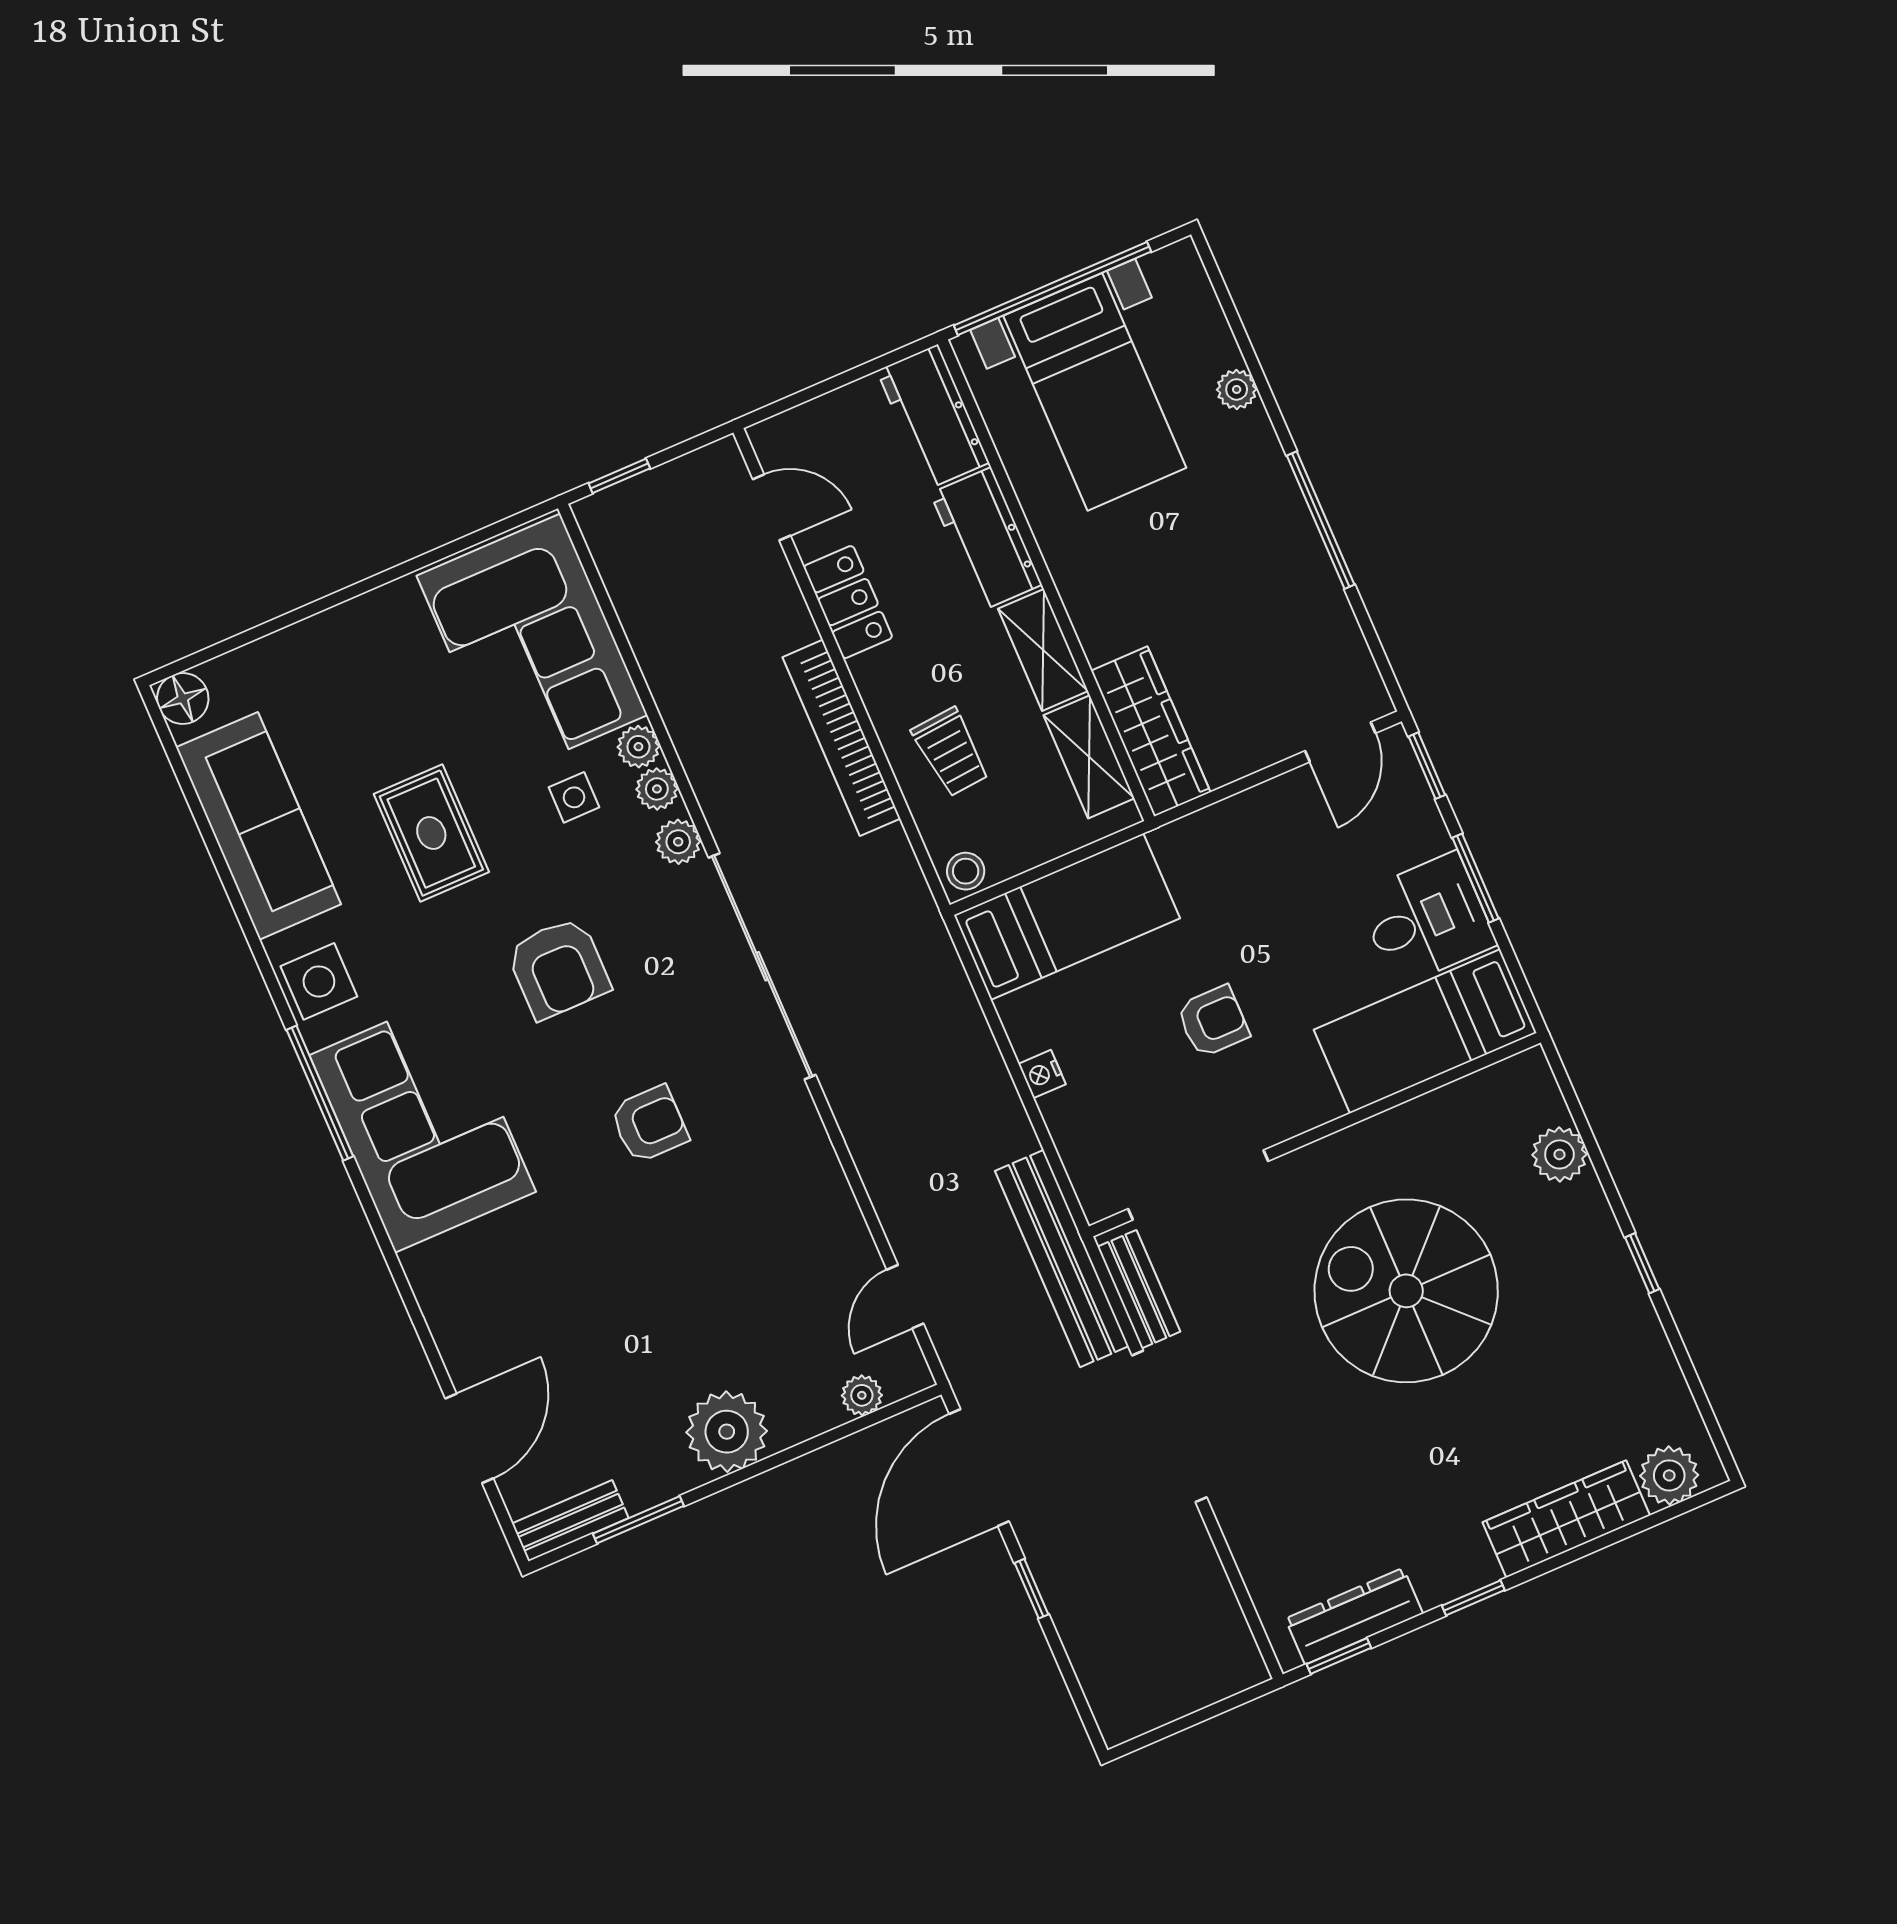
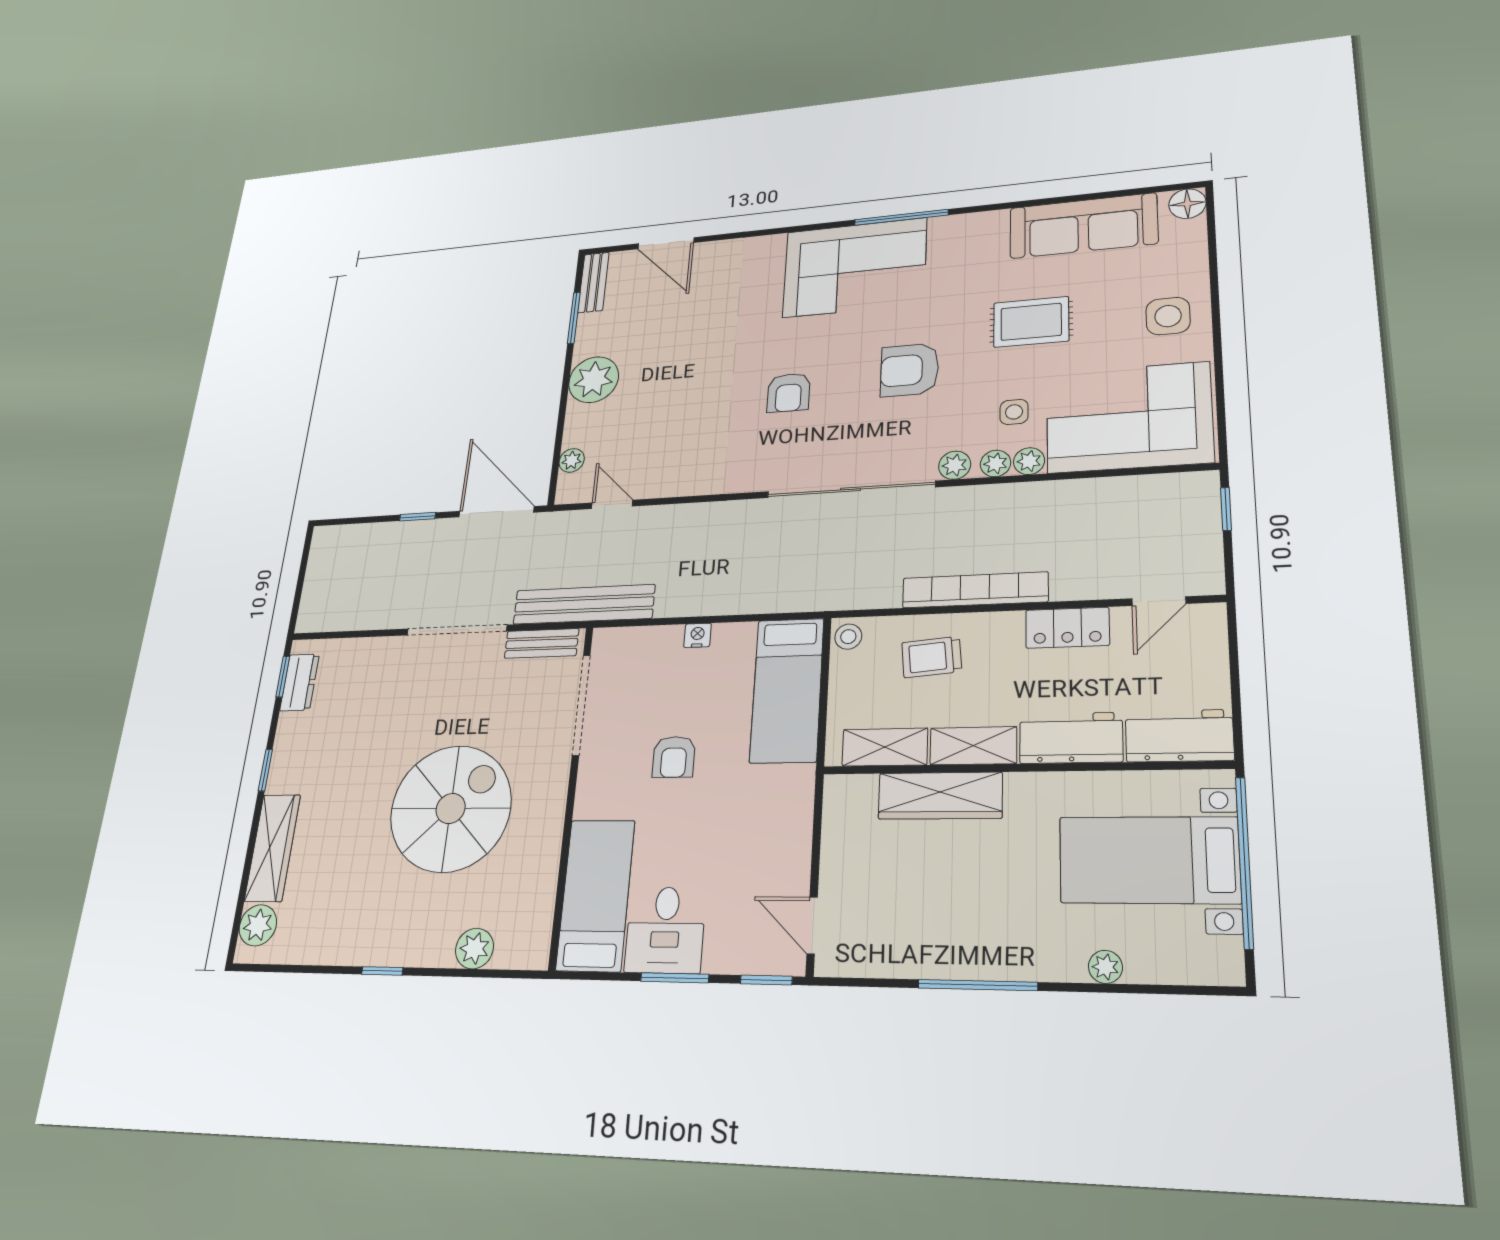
wardrobe: (1151, 731) -> (940, 796), moved
side table: (319, 981) -> (1168, 316), moved
dresser: (1354, 1616) -> (299, 682), width x0.70

